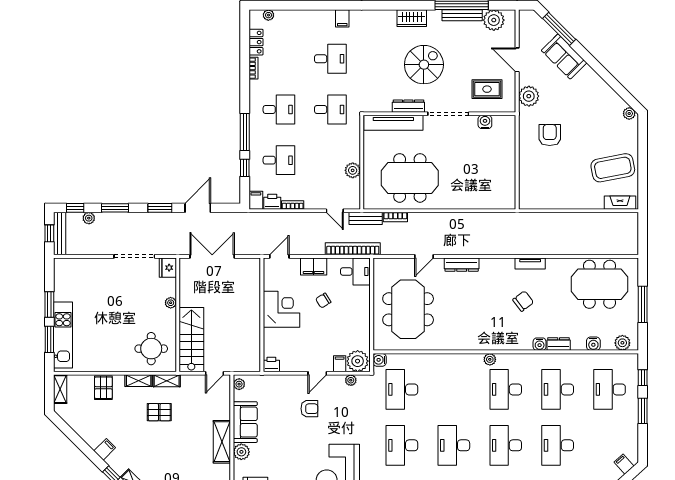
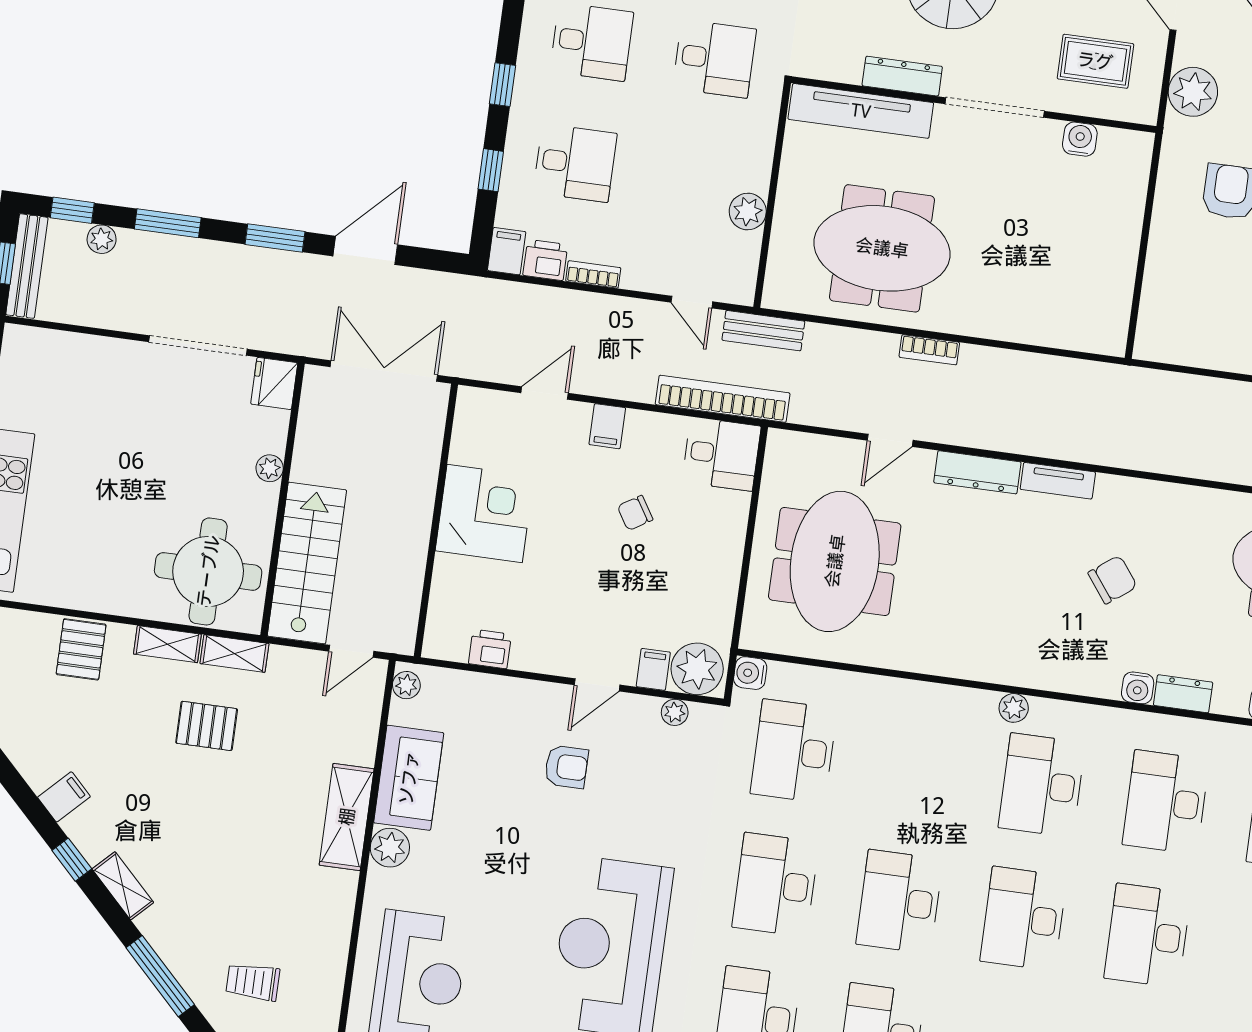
window: (245, 132) -> (502, 85), width x0.46
bookcase: (395, 217) -> (929, 350), moved
tv unit: (530, 264) -> (1058, 481), moved
filing cabinet: (314, 266) -> (607, 426), width x0.50
corner desk: (281, 309) -> (485, 513), moved
wall: (262, 315) -> (436, 520), moved
round table: (151, 349) -> (208, 571), width x1.36, depth x1.36

